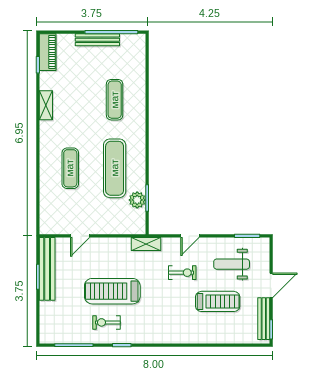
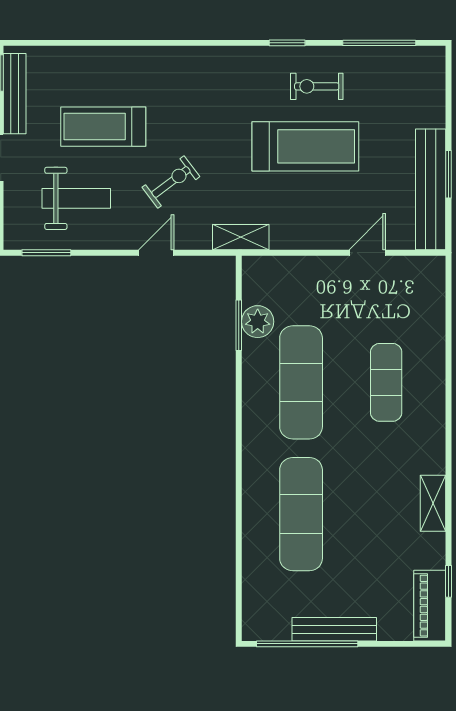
exercise mat: (115, 100) -> (301, 514), width x1.36, depth x1.45
exercise bike: (182, 273) -> (171, 182), turned 143
exercise bike: (106, 322) -> (317, 86), turned 180

